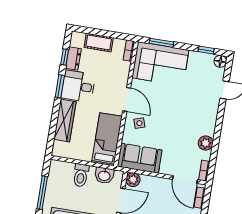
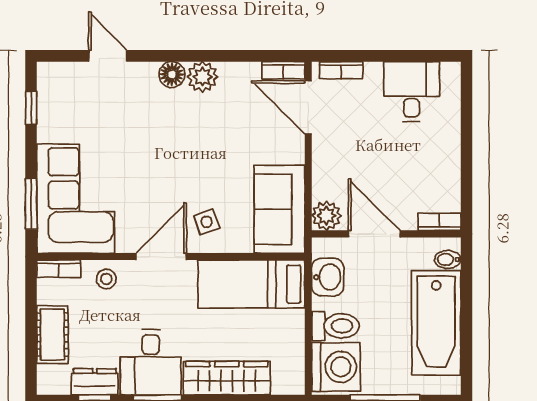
floor lamp: (220, 61) -> (172, 74), moved
stool: (120, 72) -> (106, 279), added
plant: (206, 143) -> (202, 77), moved
washing machine: (62, 172) -> (336, 367), added
door: (185, 180) -> (308, 107), swing flipped

